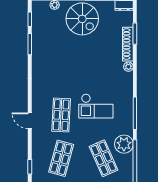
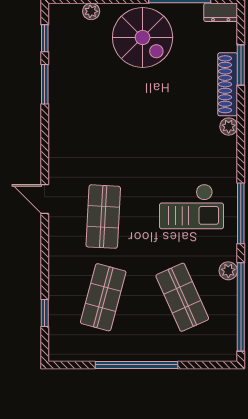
checkout: (96, 106) -> (192, 206), moved
door: (30, 121) -> (45, 199), moved
plant: (124, 144) -> (228, 271), width x0.53, depth x0.53

